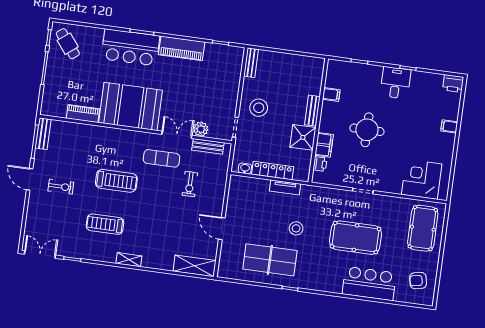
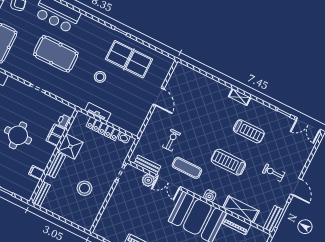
bench: (251, 63) -> (41, 194), moved
stool: (259, 108) -> (84, 188), moved
water cooler: (125, 135) -> (210, 196), added
shelving: (195, 266) -> (241, 209), moved

